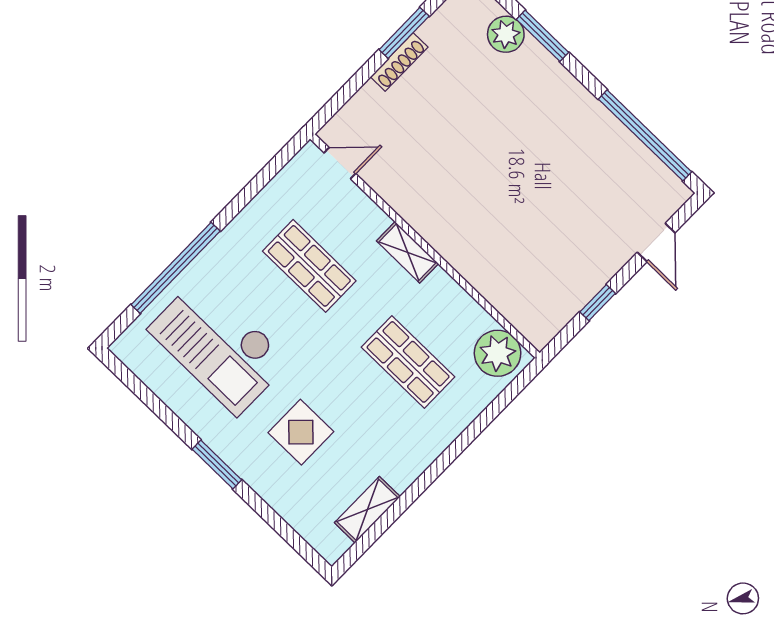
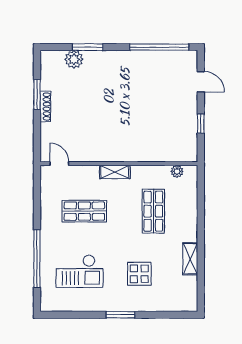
door: (340, 163) -> (59, 164), hinge flipped
checkout: (219, 345) -> (80, 271), width x0.73, depth x0.83
plant: (498, 353) -> (177, 171), width x0.53, depth x0.53
shop shelf: (408, 362) -> (153, 211), turned 90
shelving: (367, 510) -> (190, 259), moved

